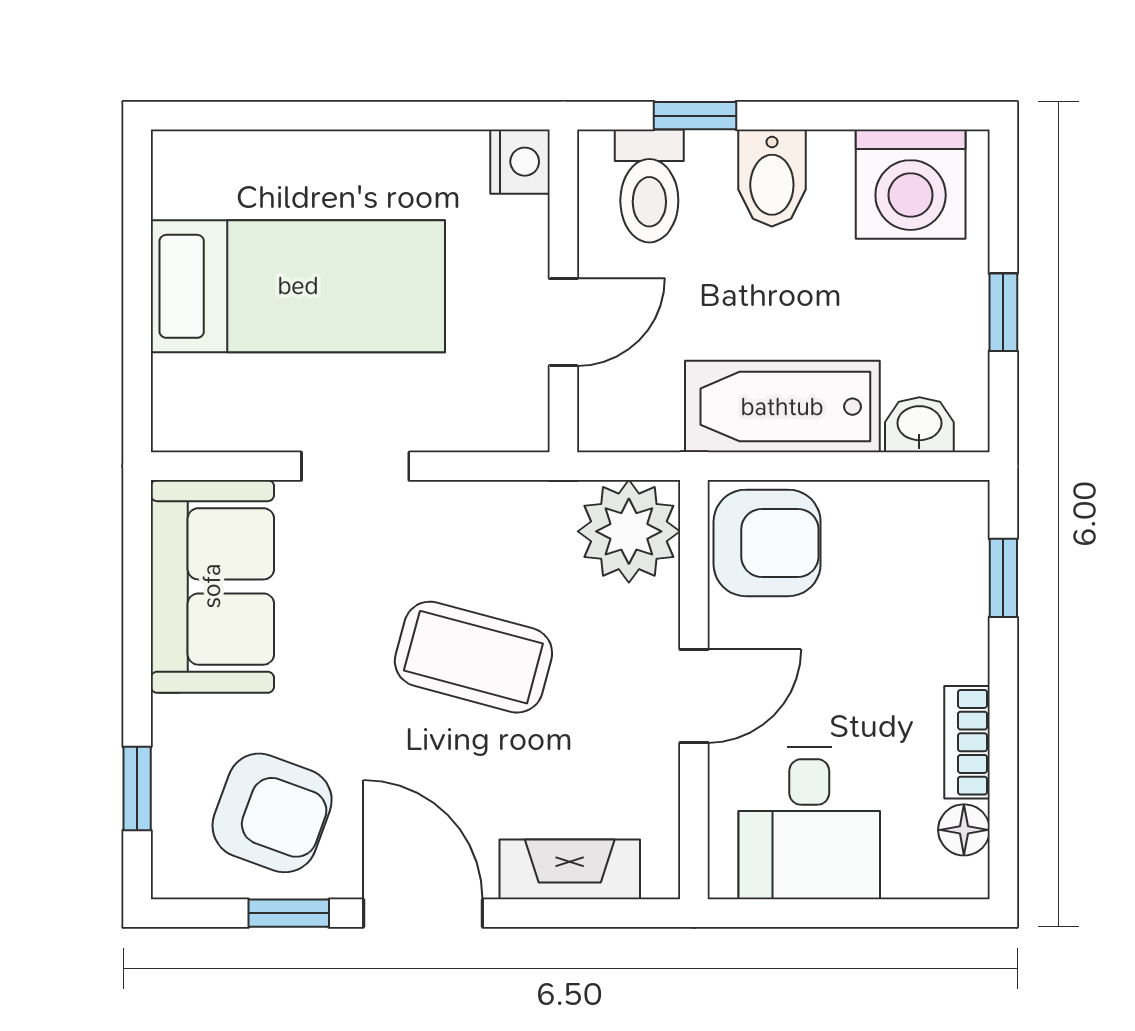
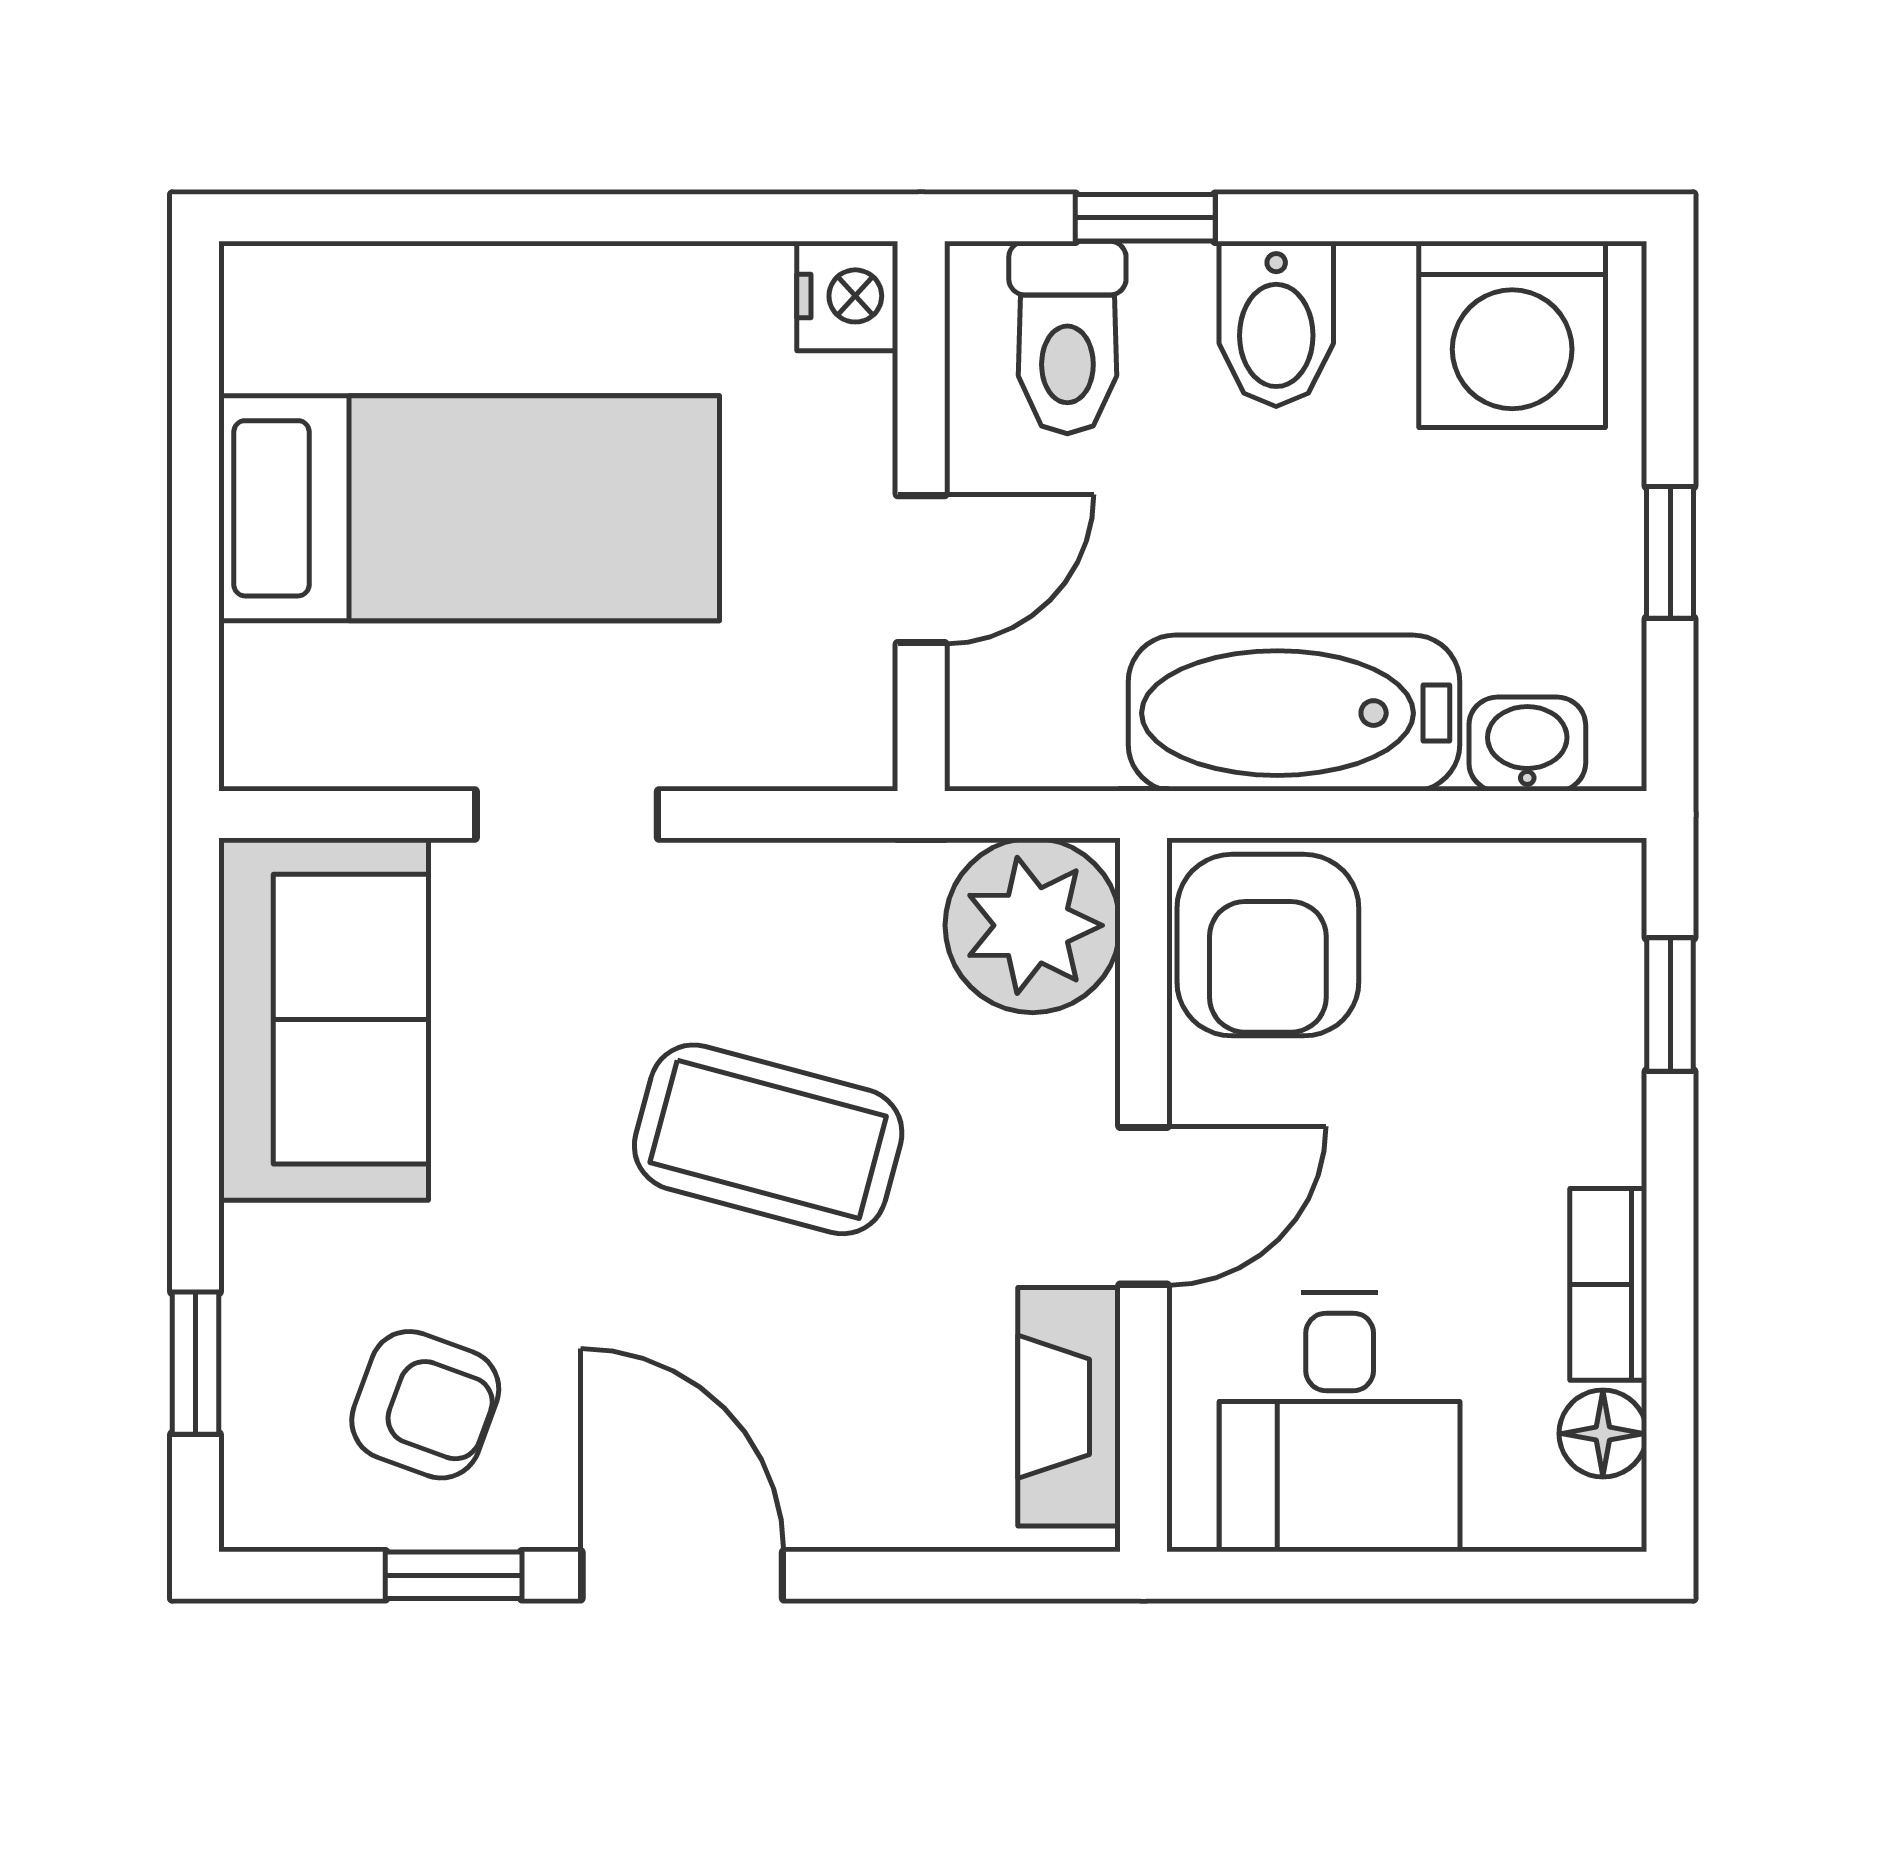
armchair: (767, 543) -> (1268, 945), turned 90
armchair: (272, 813) -> (425, 1405), width x0.72, depth x0.72
fireplace: (570, 869) -> (1069, 1407), moved, turned -90

